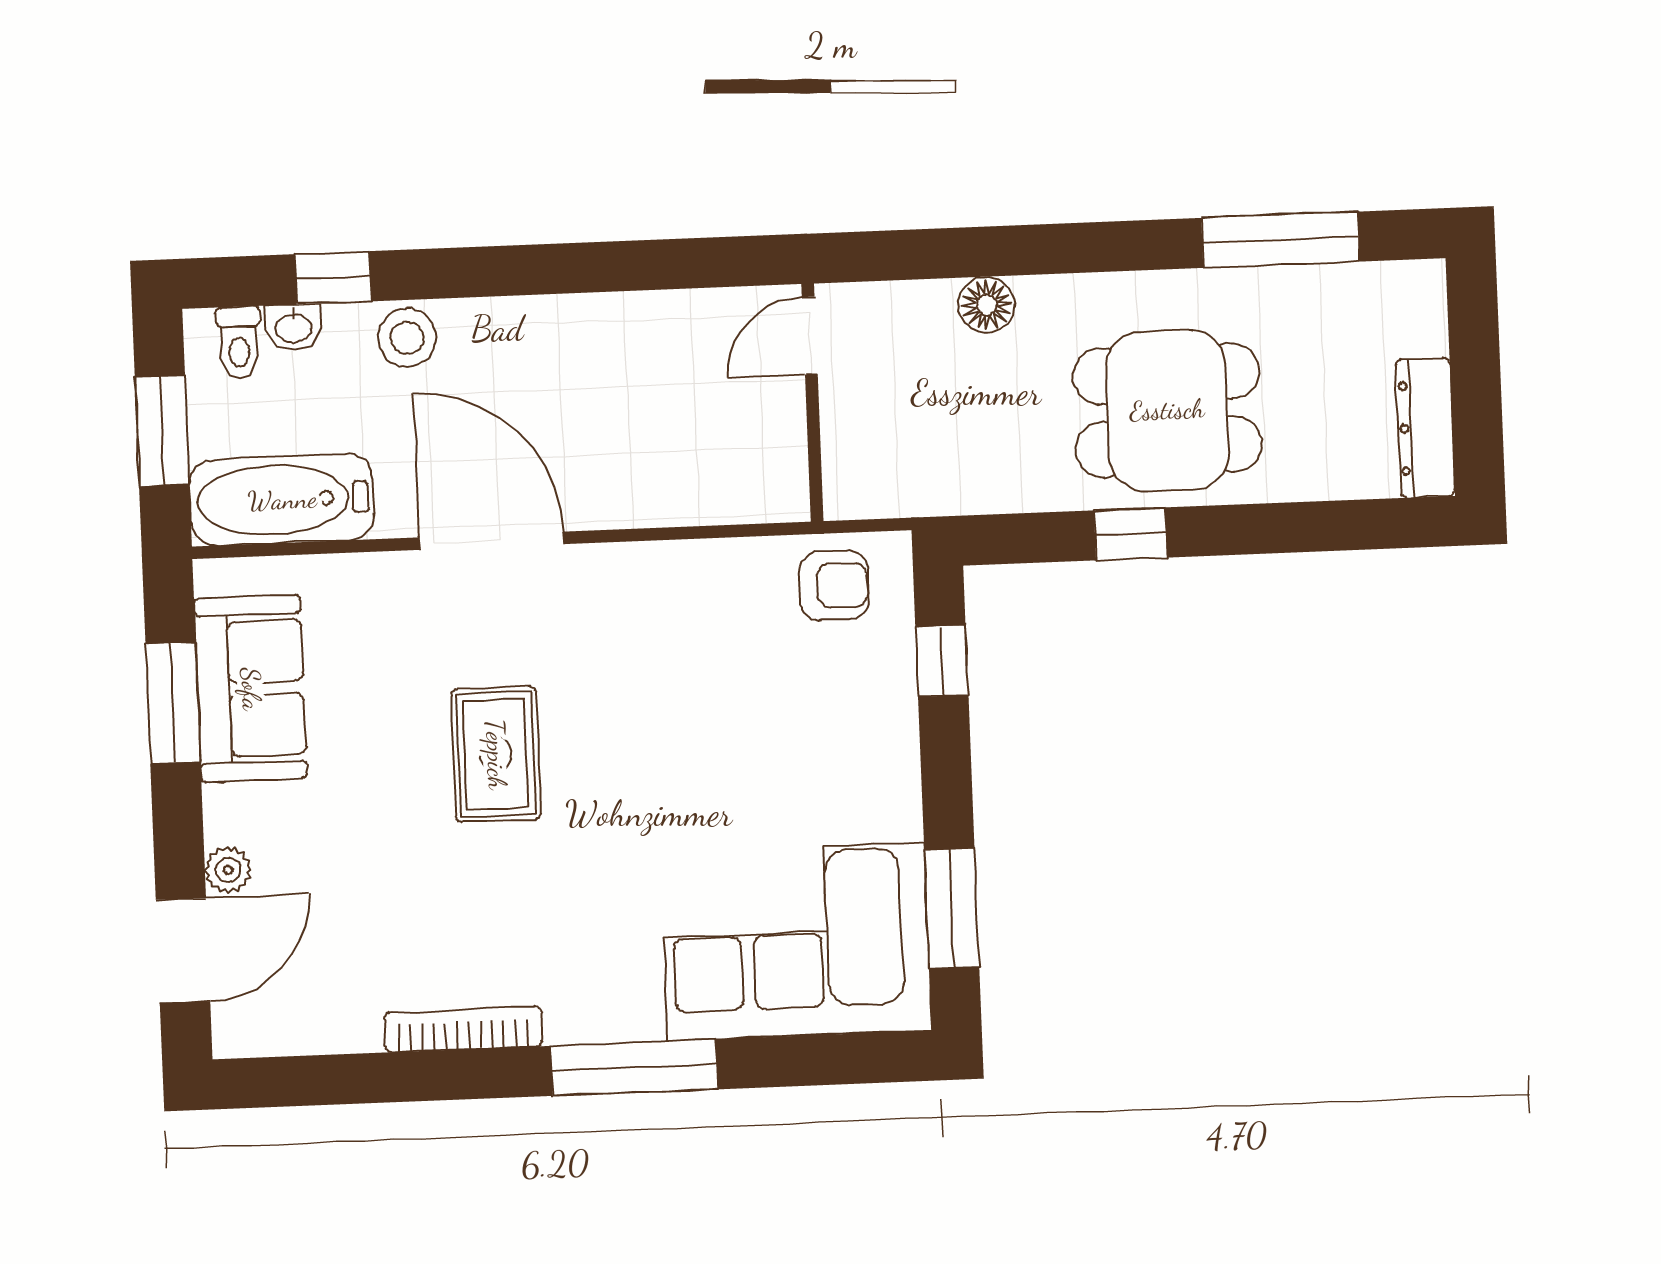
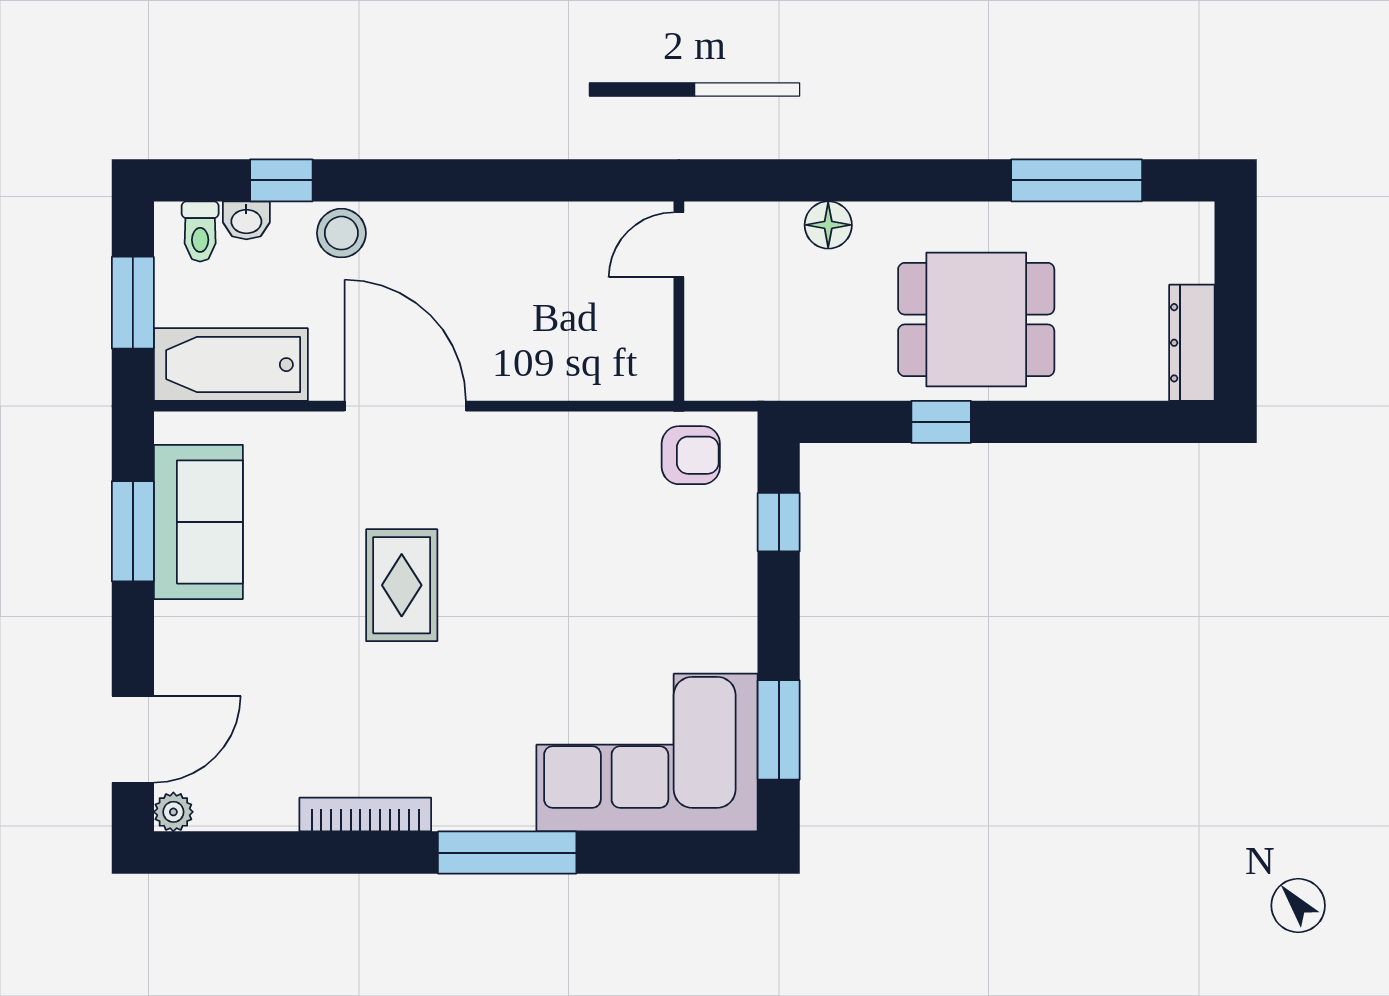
plant: (228, 870) -> (173, 812), moved

